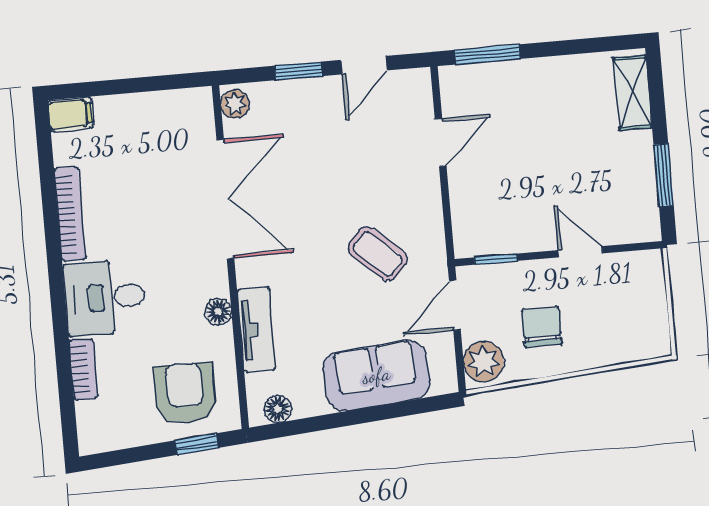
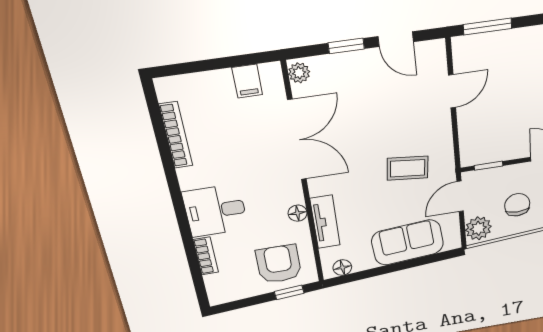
door: (364, 65) -> (396, 39), hinge flipped
filing cabinet: (71, 114) -> (247, 81), moved, turned 90
bookcase: (70, 214) -> (176, 135), moved
coffee table: (378, 254) -> (408, 168), turned -36

